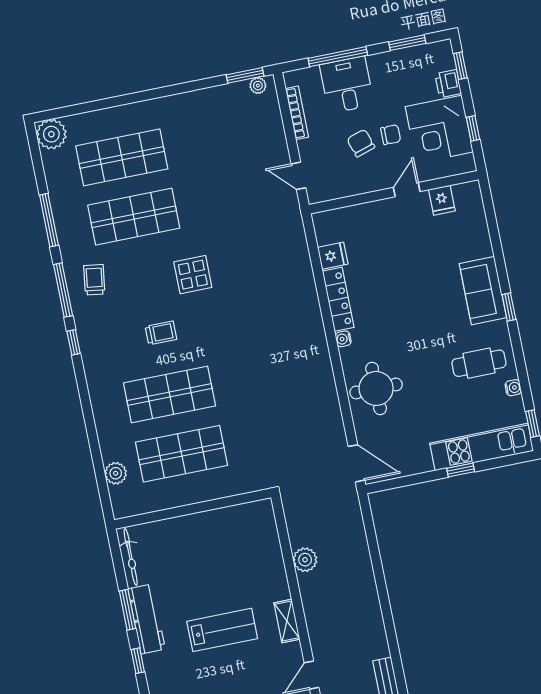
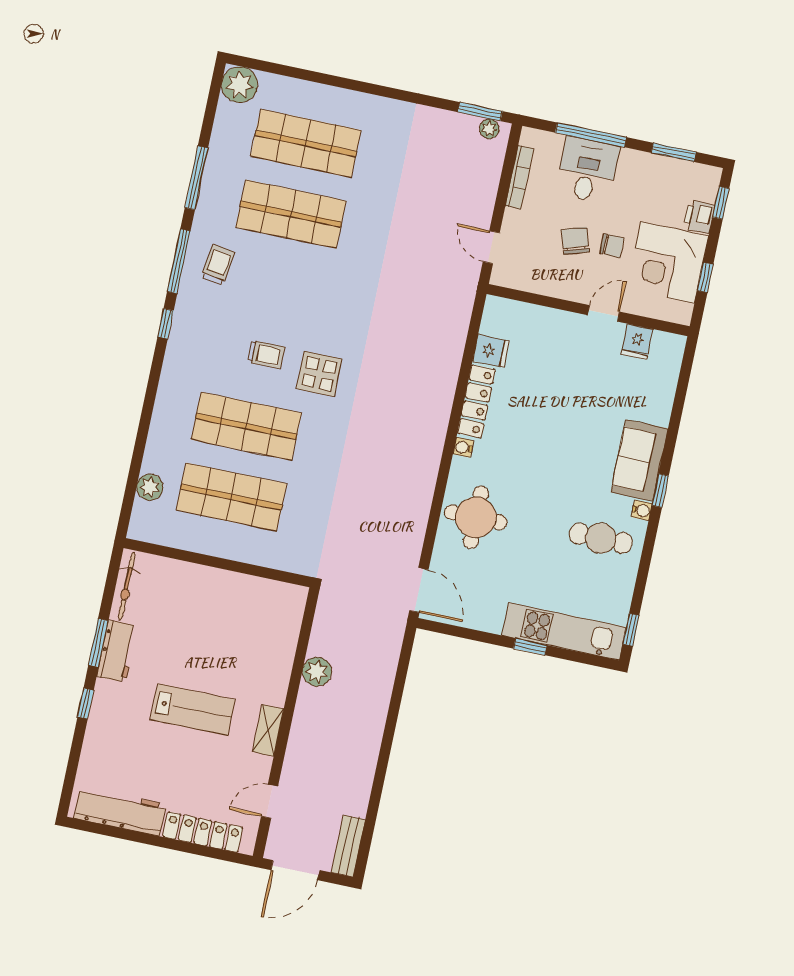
display table: (193, 275) -> (319, 374), moved
water cooler: (513, 388) -> (642, 510), moved
workbench: (147, 619) -> (117, 651), width x0.73

